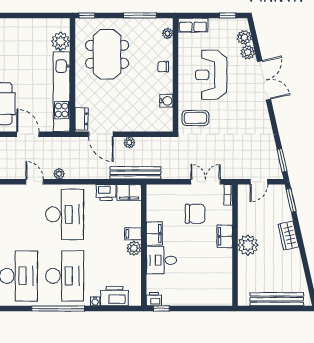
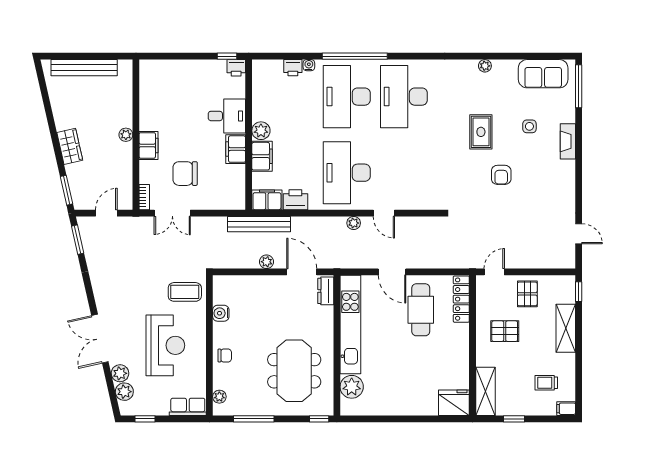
filing cabinet: (133, 234) -> (262, 156), width x2.00
plant: (248, 245) -> (126, 135), width x0.53, depth x0.53
printer: (114, 296) -> (293, 68), width x0.53, depth x0.68

